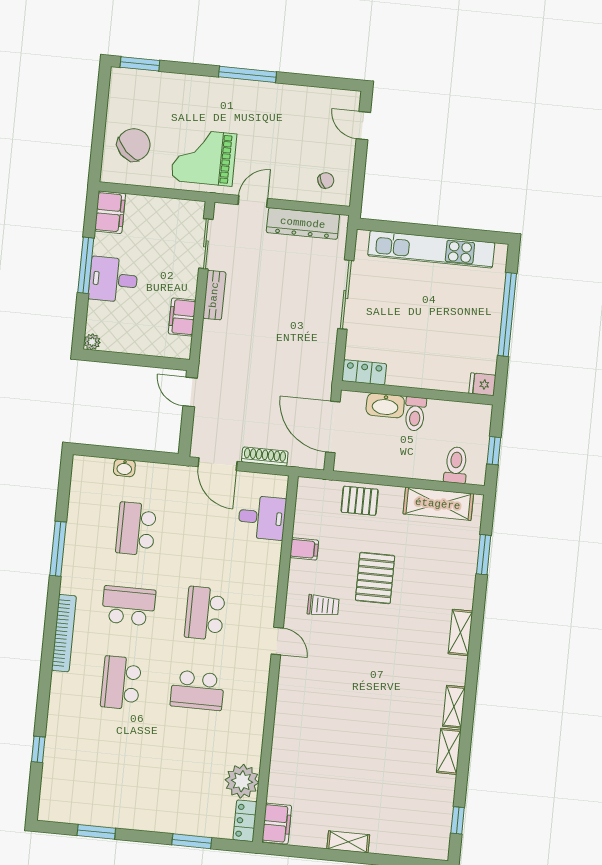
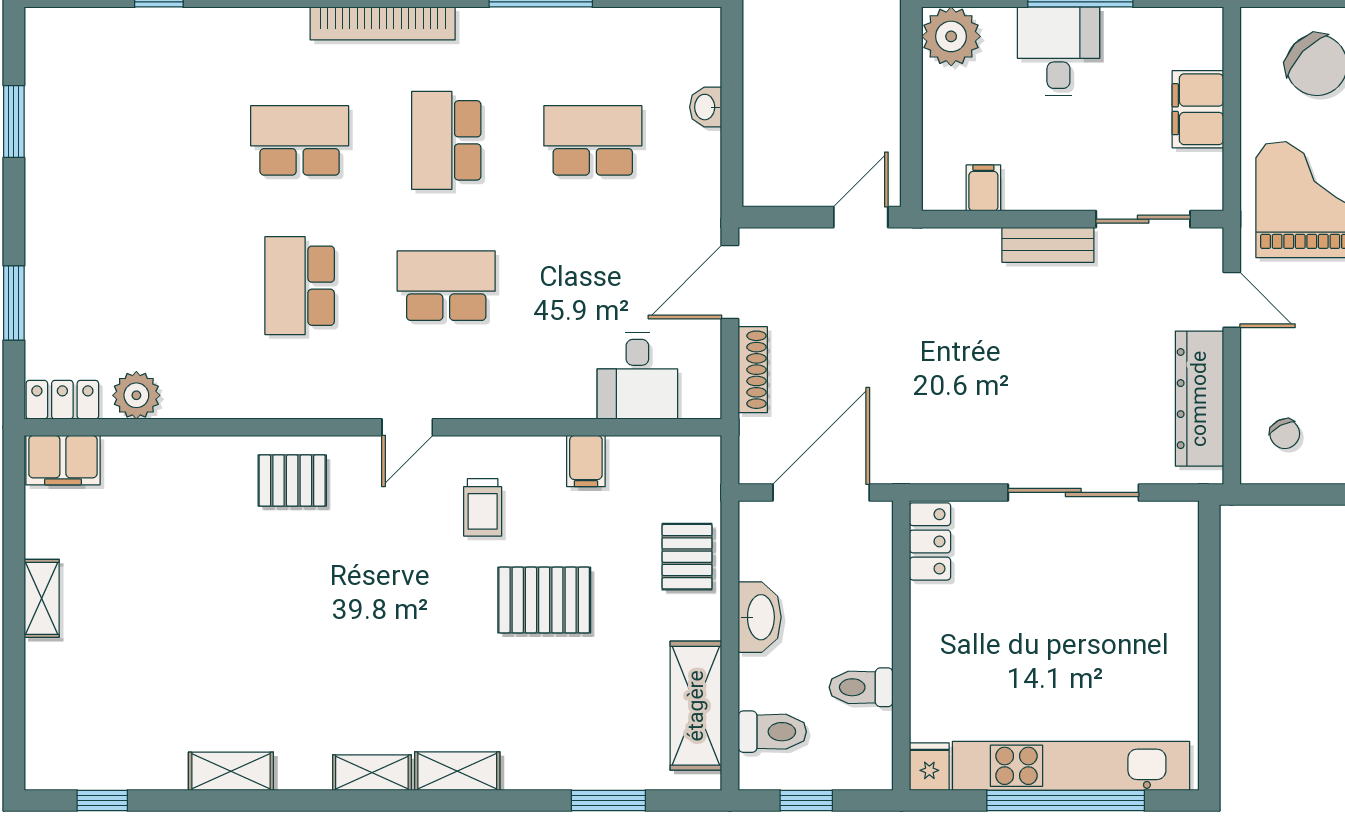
filing cabinet: (110, 212) -> (1198, 109), moved, turned 90
kitchen unit: (431, 249) -> (1071, 766), moved, turned 90
filing cabinet: (182, 317) -> (983, 188), width x0.50
plant: (92, 342) -> (951, 36), width x1.87, depth x1.87
washbasin: (385, 405) -> (760, 617), moved, turned 180
toilet: (415, 414) -> (861, 687), moved
school desk: (129, 606) -> (446, 140), turned 180
pallet: (299, 704) -> (292, 481), added
shelving: (454, 707) -> (372, 773), moved
plant: (242, 781) -> (136, 395), width x0.73, depth x0.73

